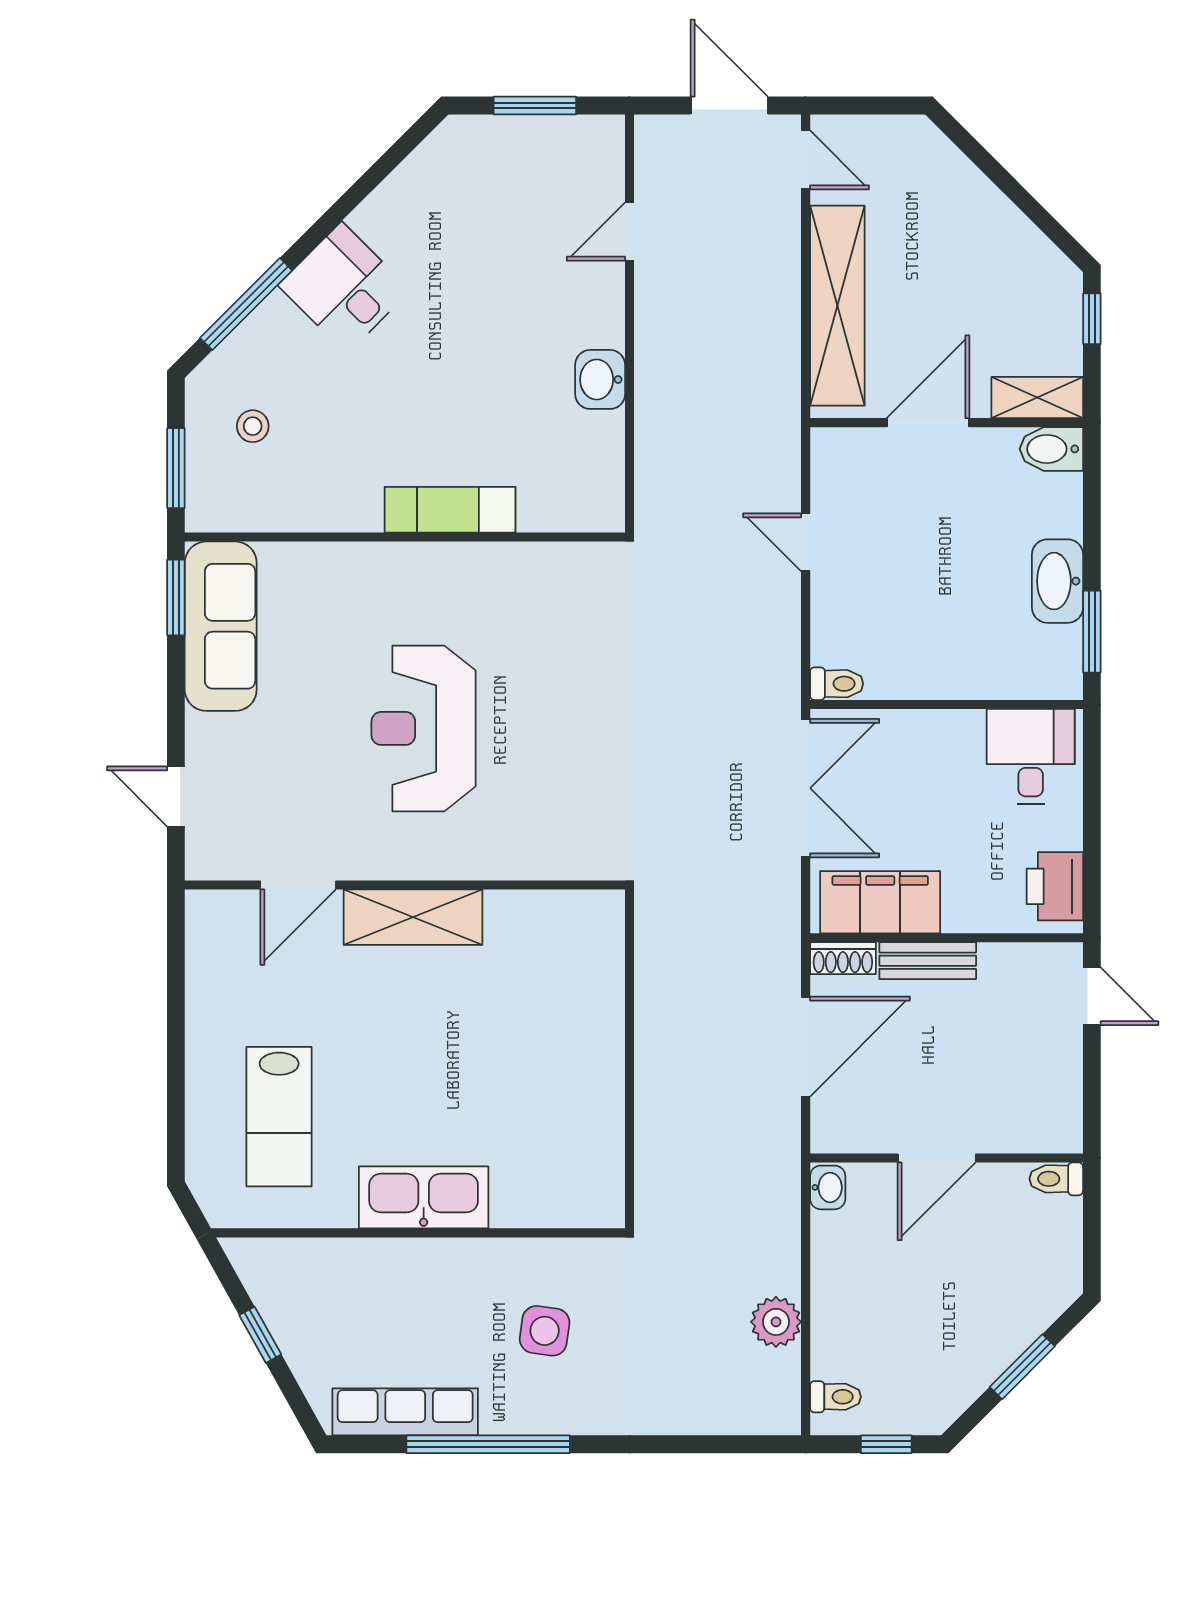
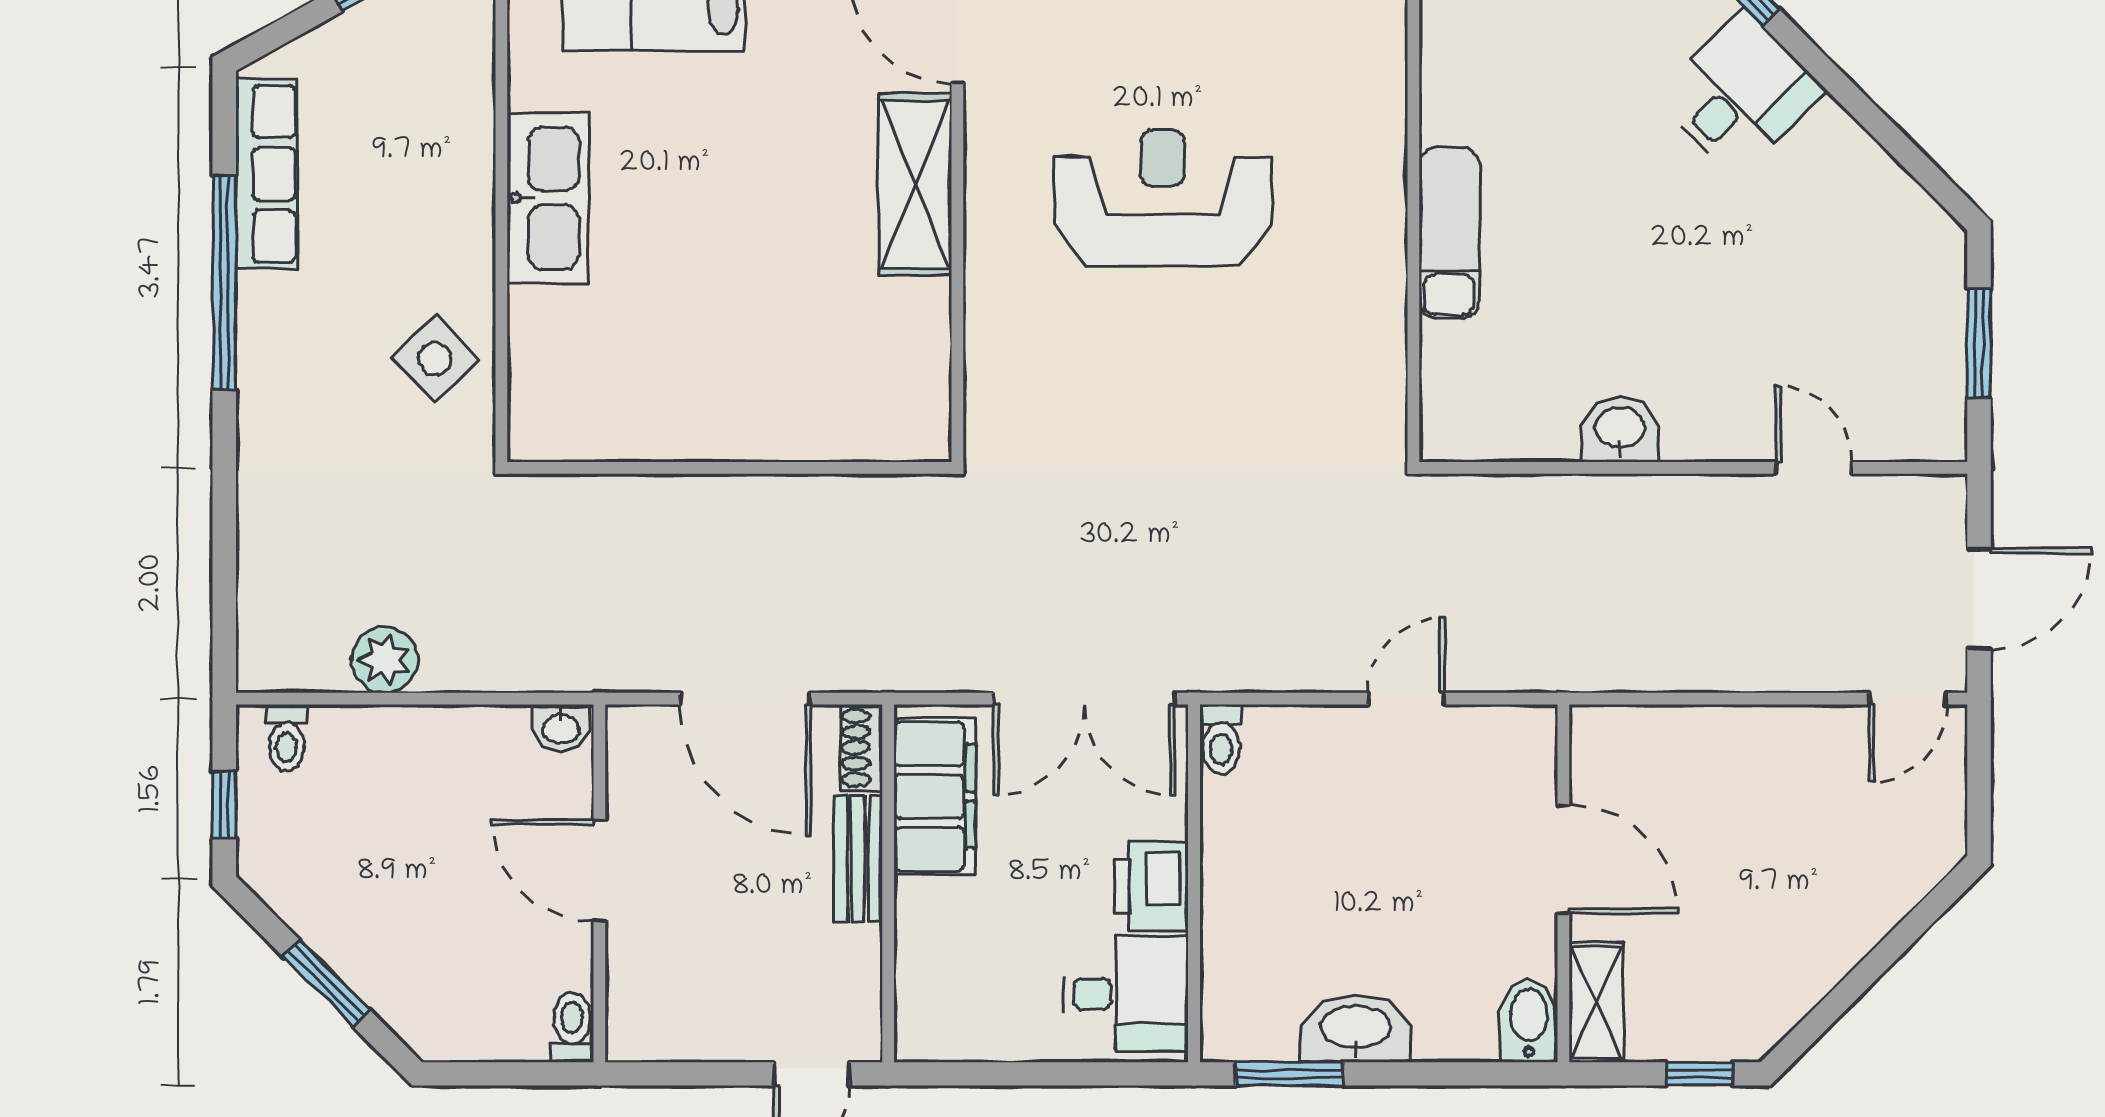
shelving: (837, 306) -> (1717, 740), removed
printer: (1055, 886) -> (1151, 887), moved, turned -90
side table: (545, 1331) -> (435, 359), moved, turned 38

